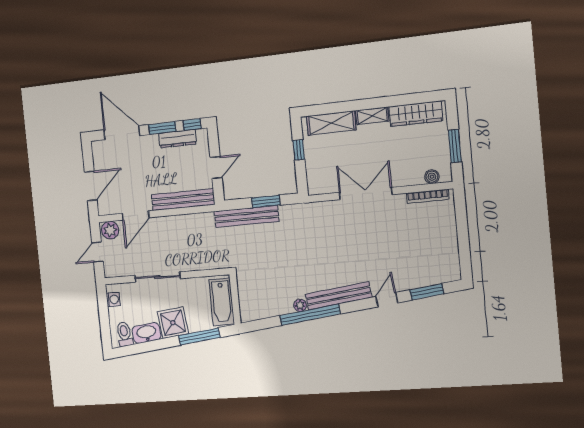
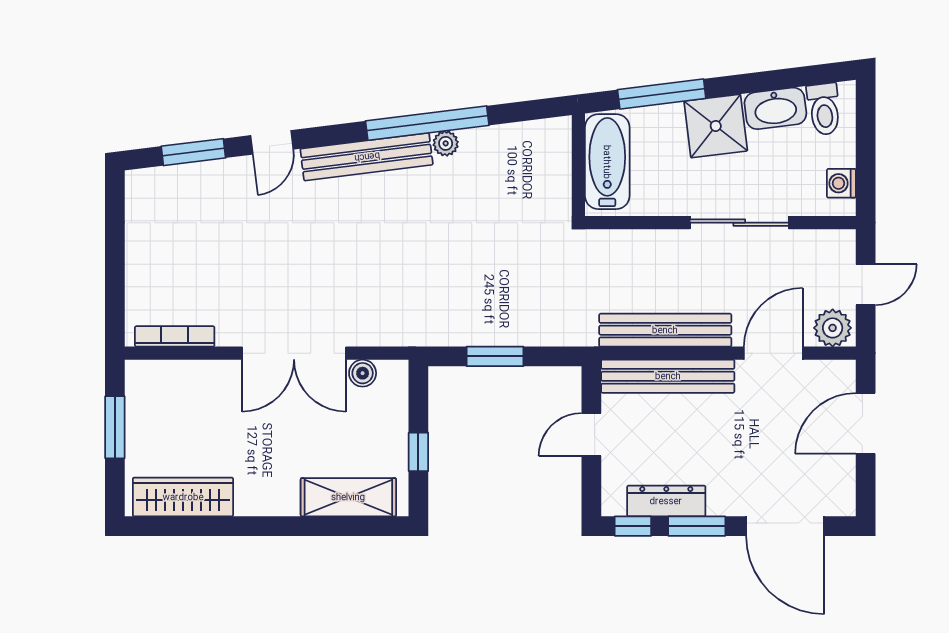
shelving: (372, 116) -> (267, 502), removed
boiler: (432, 177) -> (363, 373), moved
bench: (246, 216) -> (665, 330), moved

